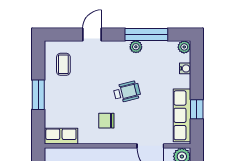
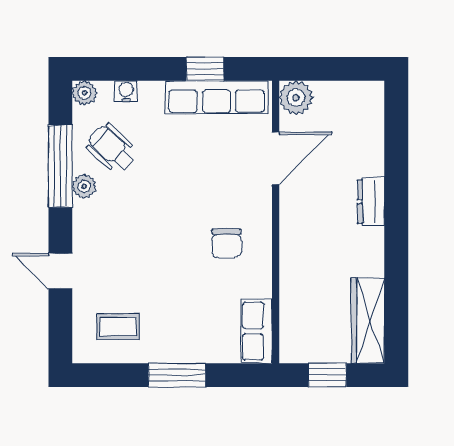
wheelchair: (127, 92) -> (112, 149), moved, turned -33

